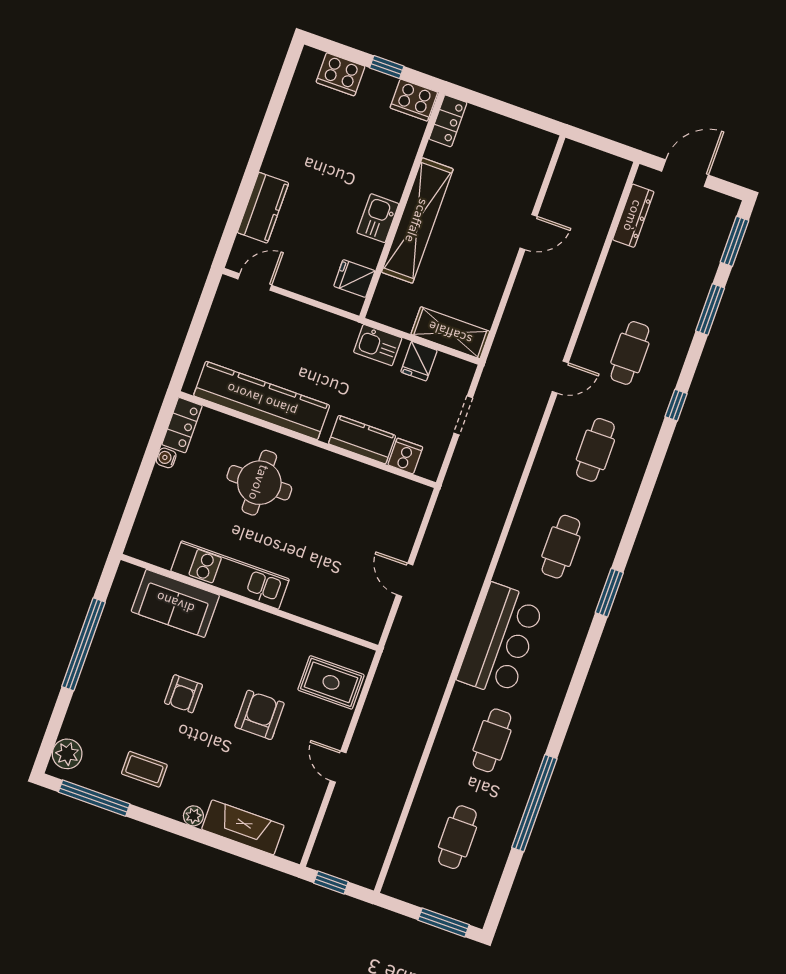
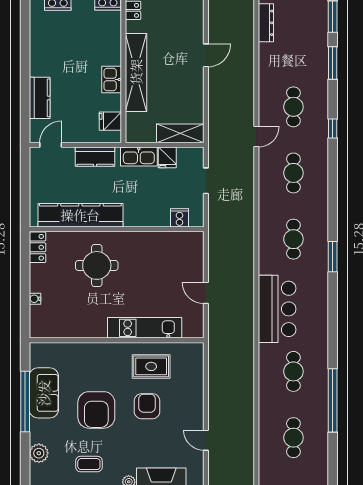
kitchen sink: (378, 345) -> (139, 156), width x1.38
kitchen counter: (362, 440) -> (95, 157), moved, turned 180
water cooler: (166, 458) -> (35, 299), moved
kitchen unit: (230, 575) -> (145, 328), moved
sofa: (175, 603) -> (44, 393), moved, turned -90
rug: (331, 682) -> (151, 366), moved
armchair: (183, 694) -> (96, 410), width x1.88, depth x1.88
plant: (67, 754) -> (39, 453), moved
door: (338, 767) -> (206, 440), moved

